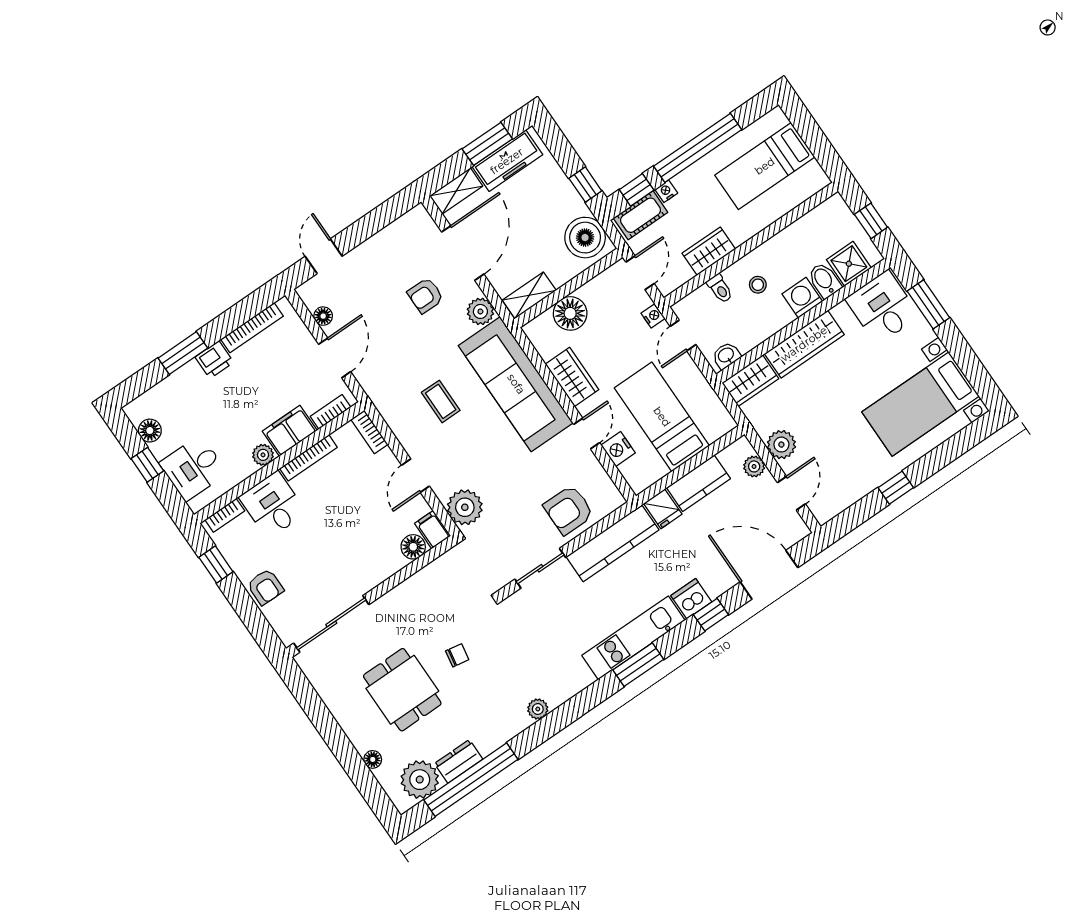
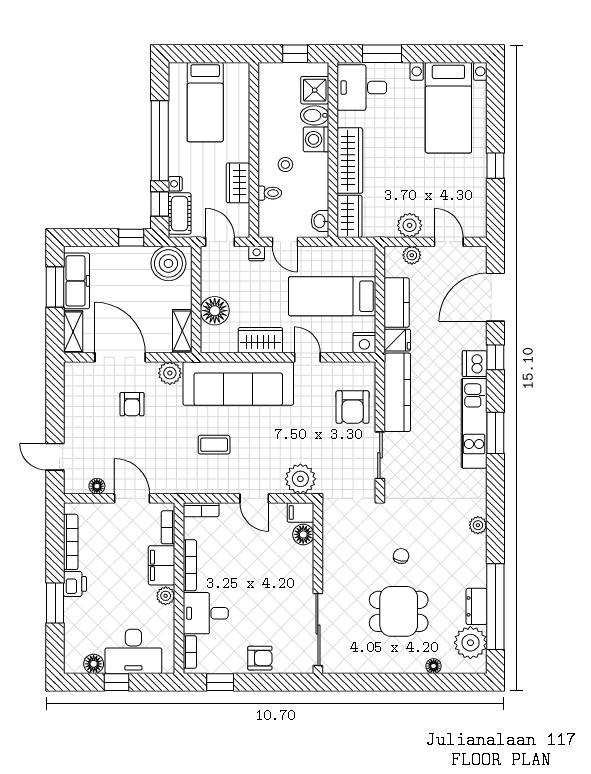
nightstand: (618, 449) -> (364, 343), moved
desk: (193, 468) -> (133, 651), width x1.37

